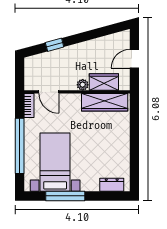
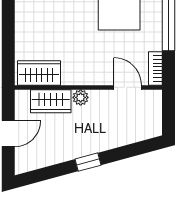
window: (55, 45) -> (88, 162), moved
wardrobe: (105, 102) -> (39, 73), width x0.67

